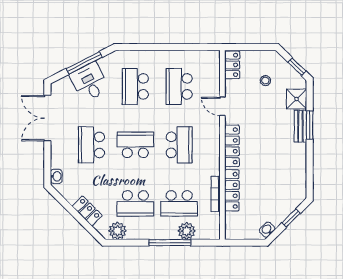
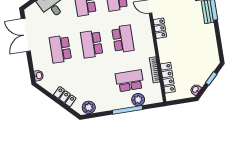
school desk: (135, 145) -> (92, 44), turned -90
locker: (232, 146) -> (160, 28), width x0.66
locker: (232, 190) -> (168, 78), moved
school desk: (135, 203) -> (98, 86), removed
school desk: (179, 203) -> (130, 81), turned 180

